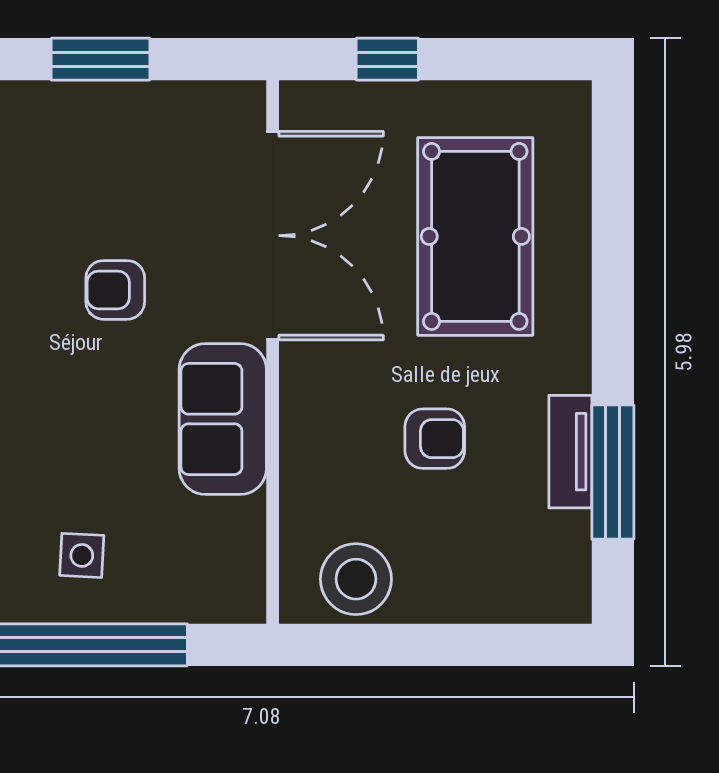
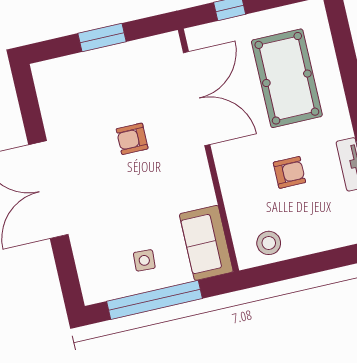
sofa: (223, 419) -> (206, 243), moved
stool: (356, 579) -> (269, 243), width x0.73, depth x0.73

